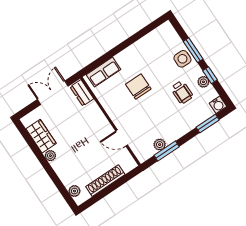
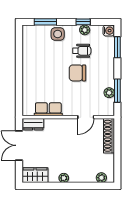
window: (193, 50) -> (45, 22), moved
row of seats: (104, 72) -> (48, 109), moved, turned -90
chair: (138, 87) -> (77, 73), moved
wardrobe: (41, 136) -> (35, 175), moved
shoe rack: (105, 181) -> (109, 136), moved

